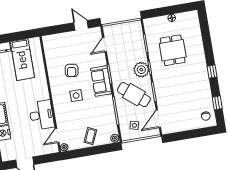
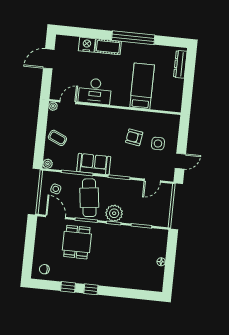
door: (104, 45) -> (152, 181), swing flipped
dining table: (173, 50) -> (77, 242), moved, turned 90
bed: (22, 60) -> (142, 86), moved, turned 90
sofa: (101, 81) -> (94, 164), moved
cafe table: (134, 95) -> (89, 198), turned -46
side table: (76, 96) -> (158, 144), moved
window: (217, 103) -> (68, 287), moved
door: (57, 135) -> (68, 102), hinge flipped

